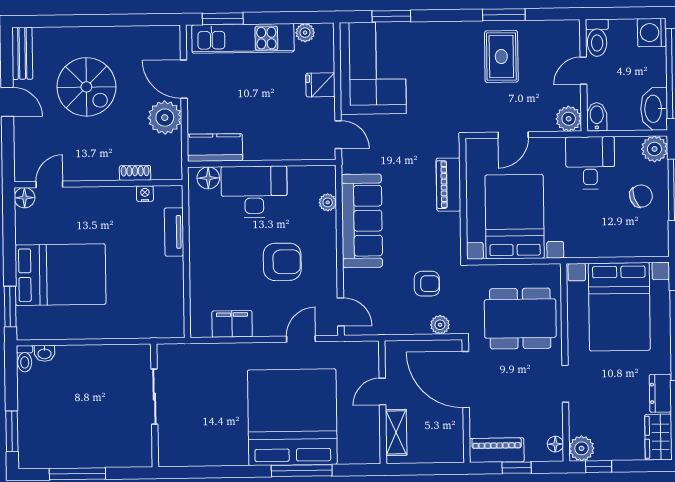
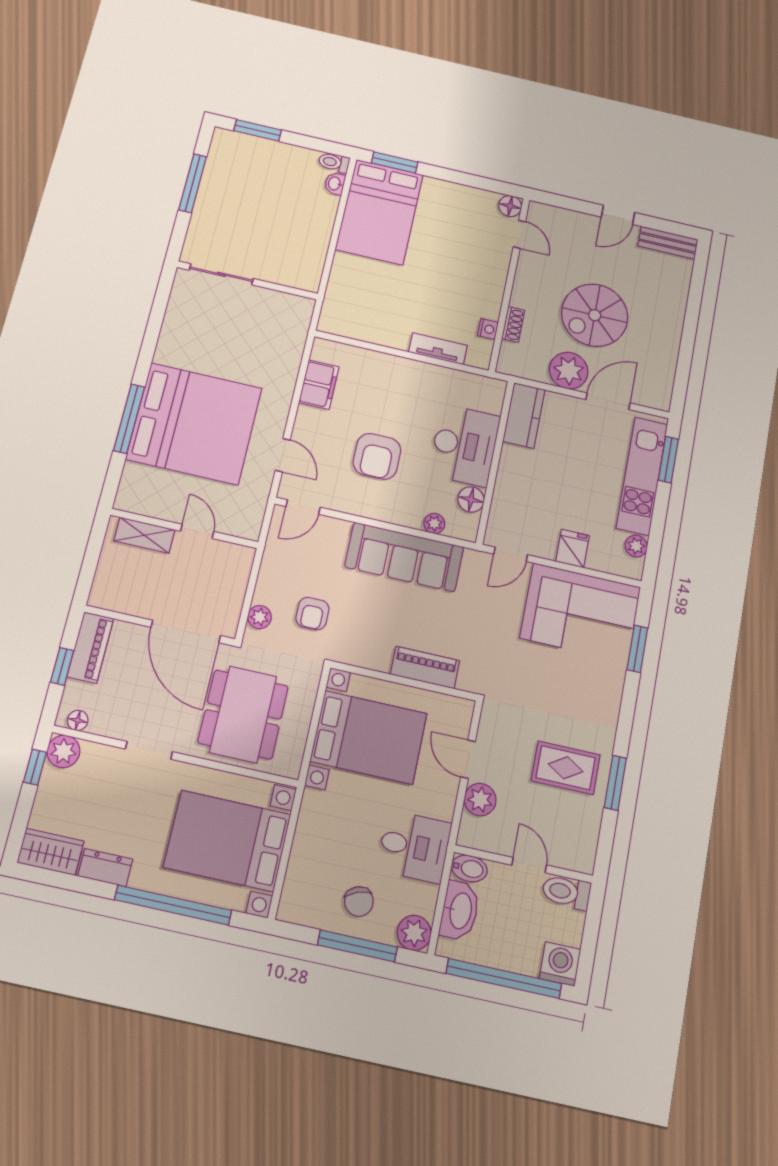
spiral stairs: (86, 87) -> (595, 315), moved
washbasin: (654, 109) -> (460, 911), moved, turned 90
plant: (569, 119) -> (480, 800), moved
floor lamp: (208, 178) -> (471, 499), moved
bed: (60, 275) -> (379, 212), moved
door: (466, 380) -> (186, 631), swing flipped
sliding door: (154, 397) -> (221, 274), moved

